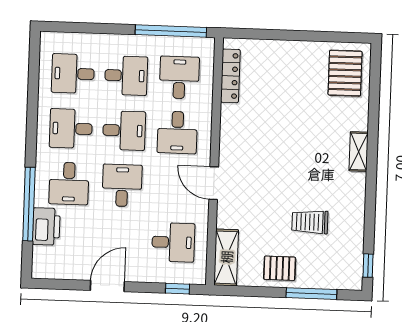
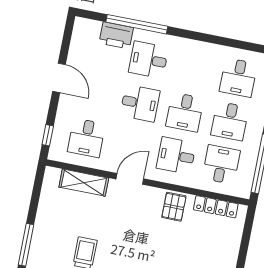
desk: (73, 74) -> (238, 78), turned 180
desk: (179, 78) -> (221, 165), turned -90
desk: (71, 129) -> (193, 69), removed
shelving: (226, 257) -> (84, 183), moved
pallet: (280, 268) -> (174, 207), moved

